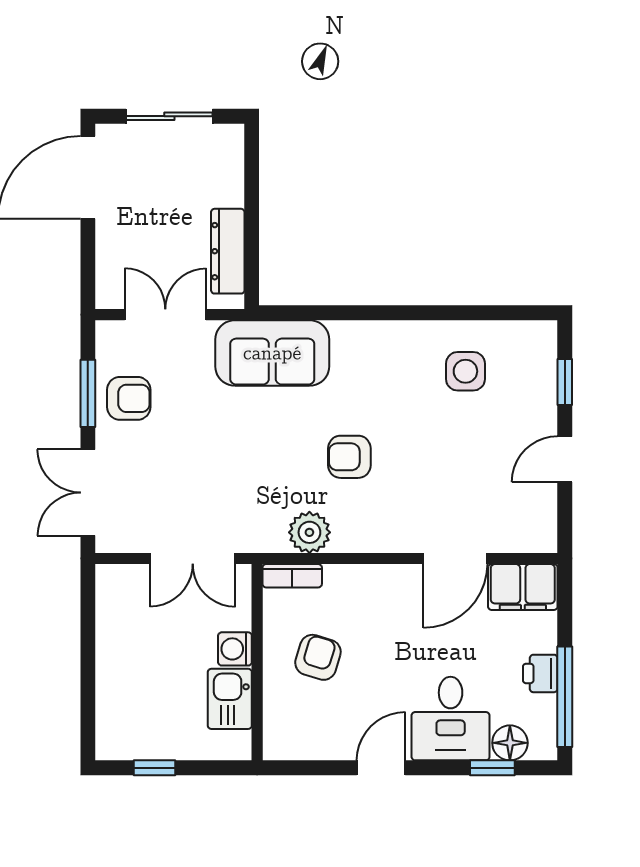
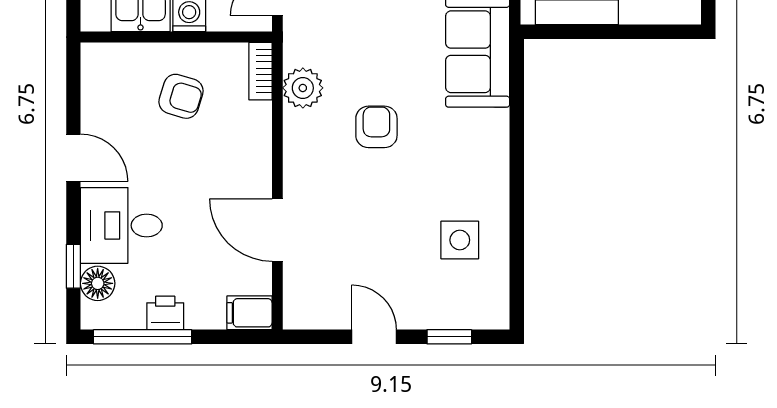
filing cabinet: (523, 587) -> (249, 313), width x0.50

